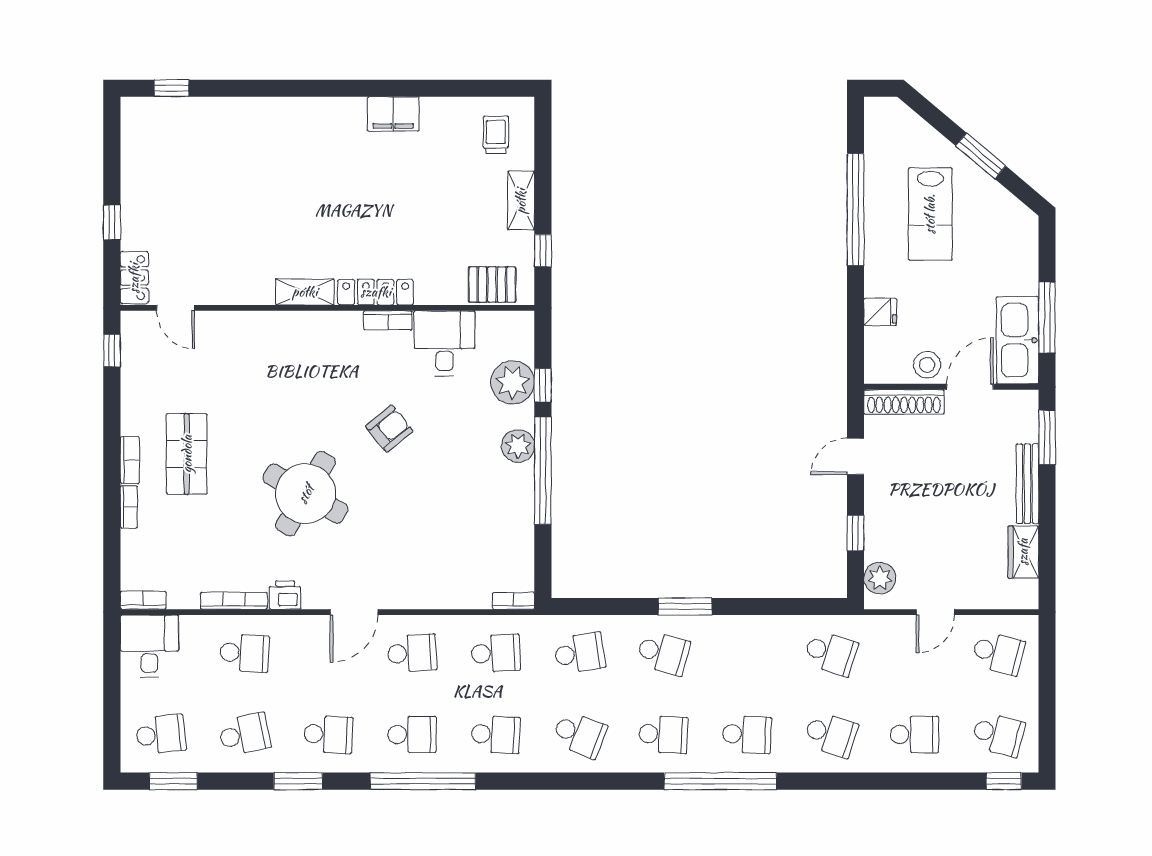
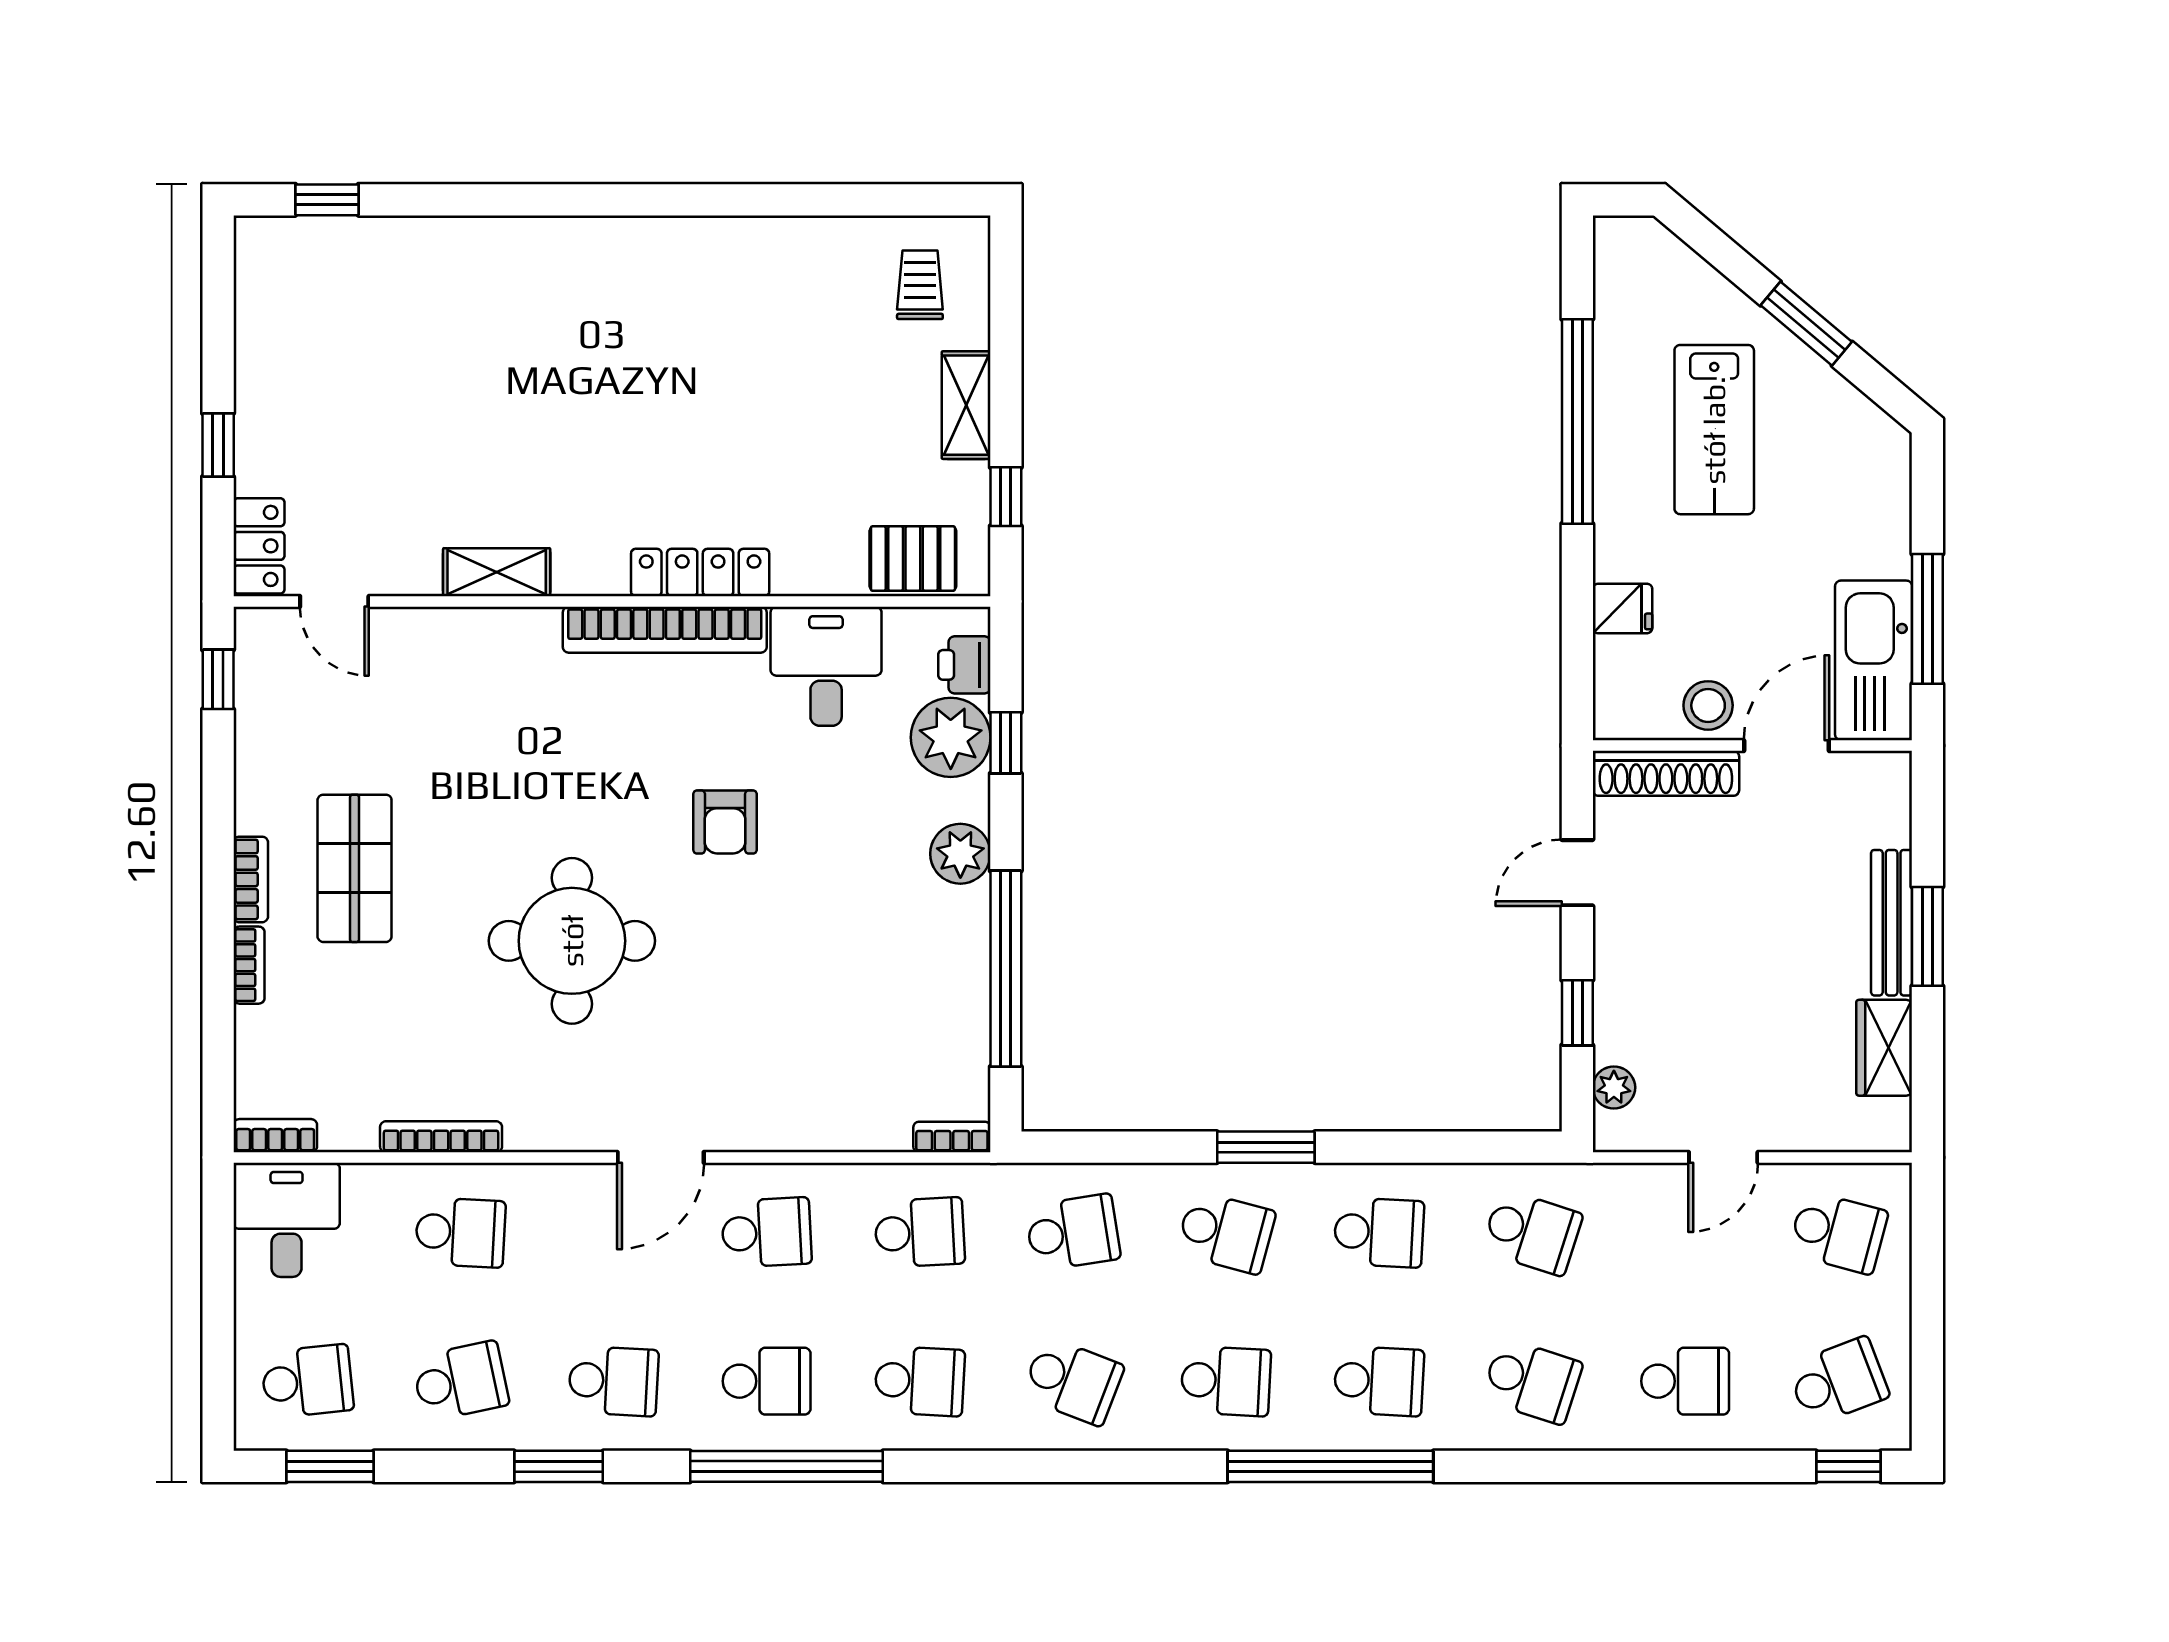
filing cabinet: (393, 114) -> (732, 247), removed
shelving: (305, 292) -> (497, 572), moved
bookcase: (388, 320) -> (665, 630), width x2.31, depth x1.31
armchair: (389, 429) -> (725, 822), turned 129
window: (1047, 437) -> (1927, 936), moved
window: (543, 471) -> (1006, 969), moved
round table: (306, 494) -> (572, 941), turned -30
plant: (880, 578) -> (1614, 1087), width x0.73, depth x0.73
printer: (285, 595) -> (964, 665), moved, turned -90
school desk: (747, 653) -> (1379, 1232), added
school desk: (998, 734) -> (1838, 1381), turned -36

